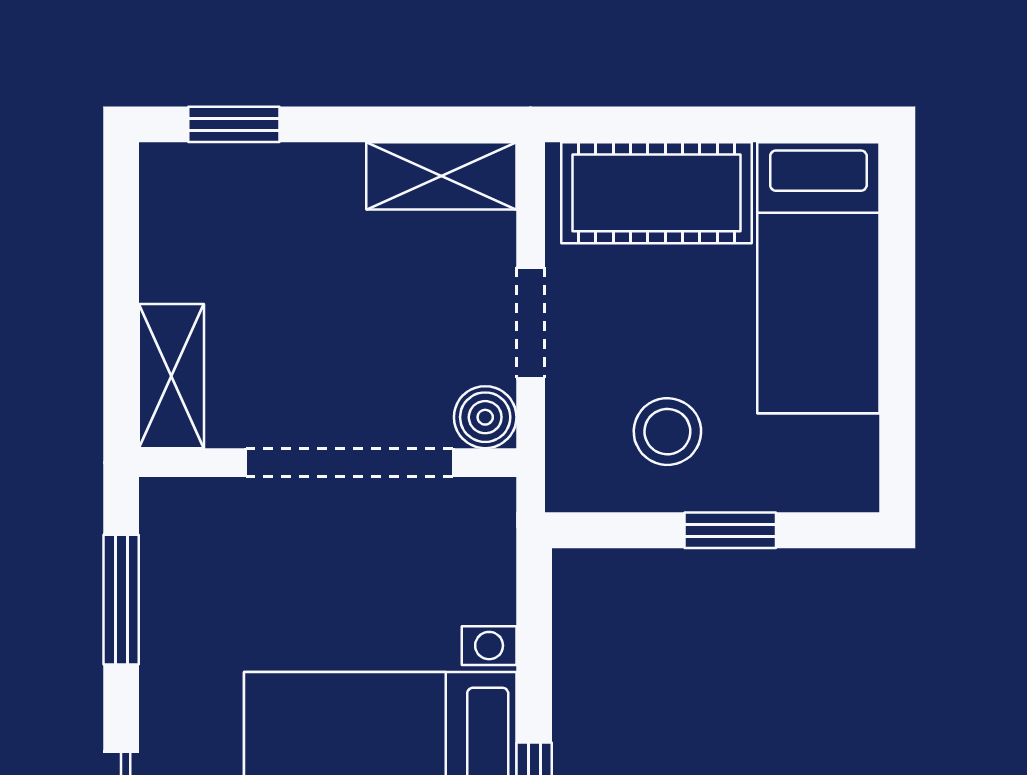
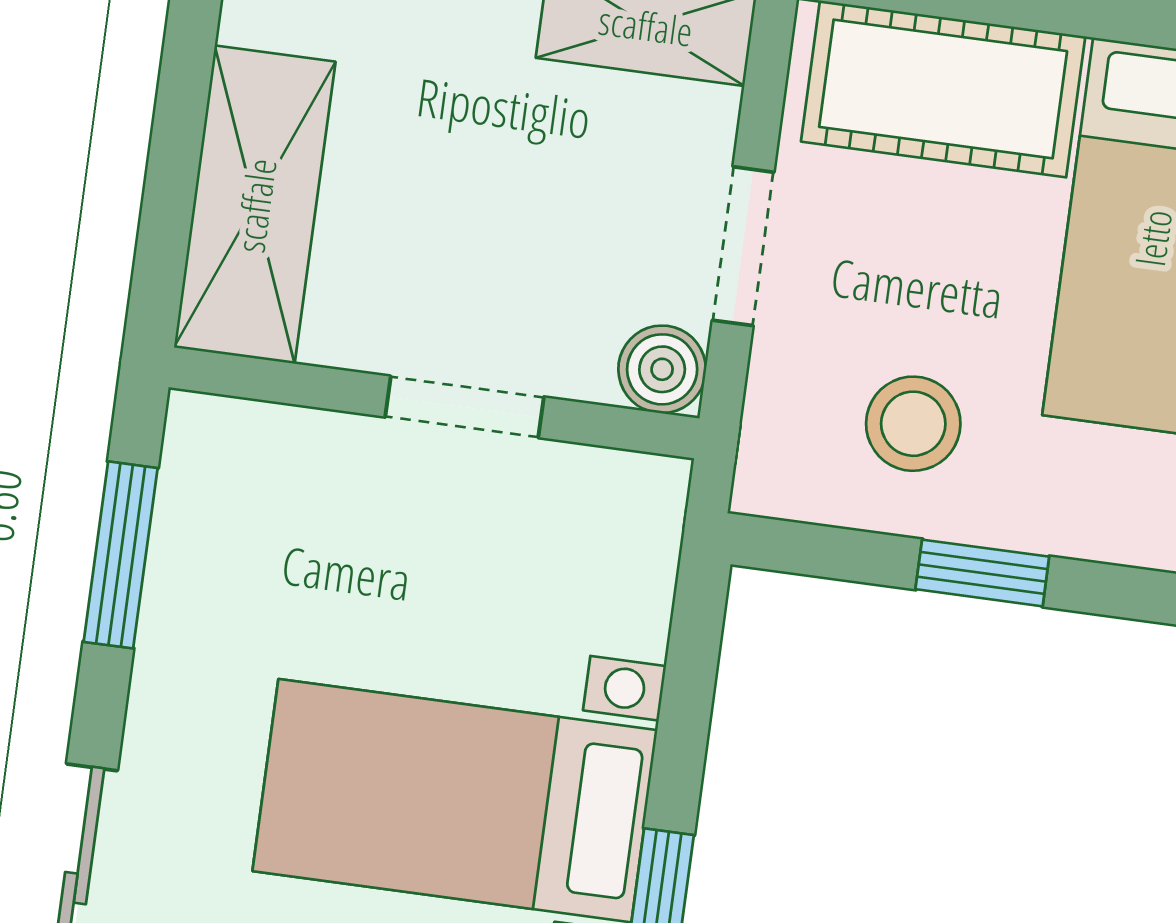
shelving: (171, 376) -> (255, 205), width x1.50, depth x1.33
doorway: (349, 463) -> (465, 407), width x0.53

